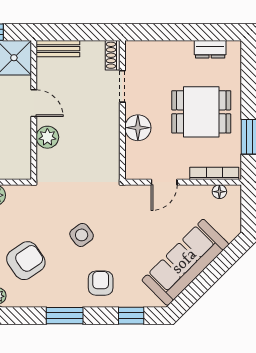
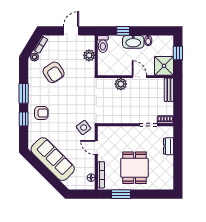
dresser: (210, 49) -> (169, 146), moved
door: (34, 103) -> (139, 77), swing flipped
floor lamp: (138, 128) -> (126, 133), removed
side table: (82, 235) -> (84, 128), moved
window: (131, 316) -> (24, 119), moved

